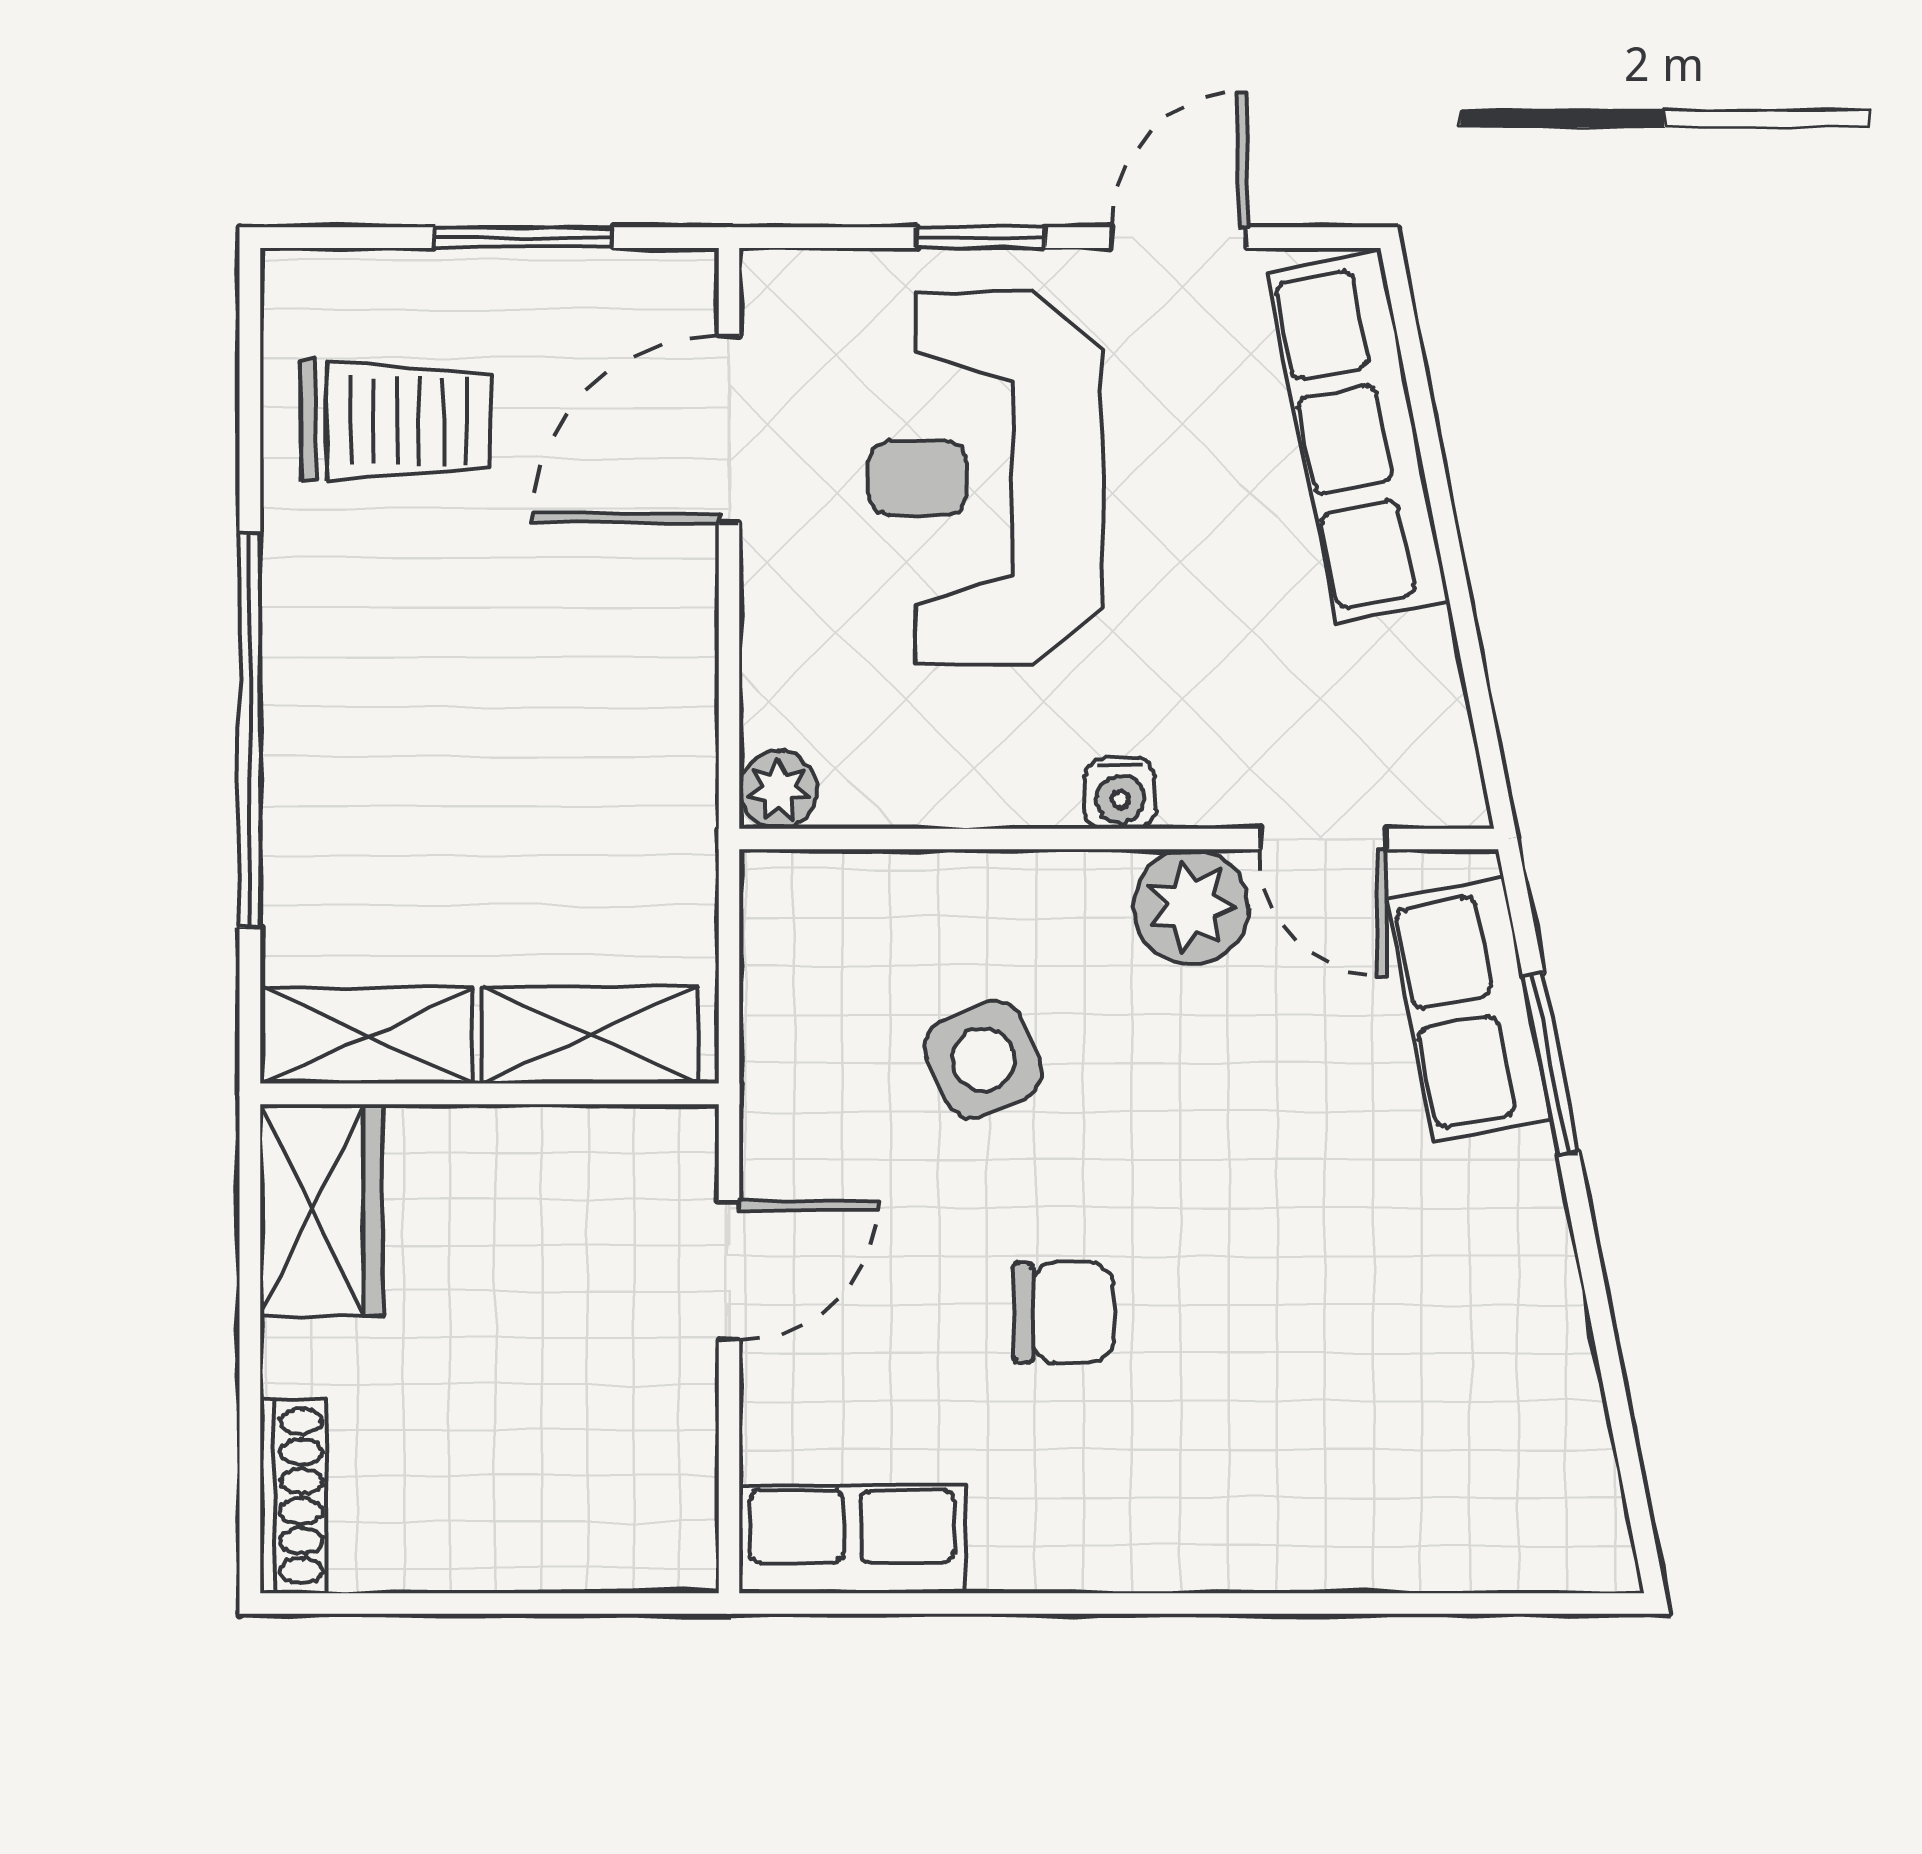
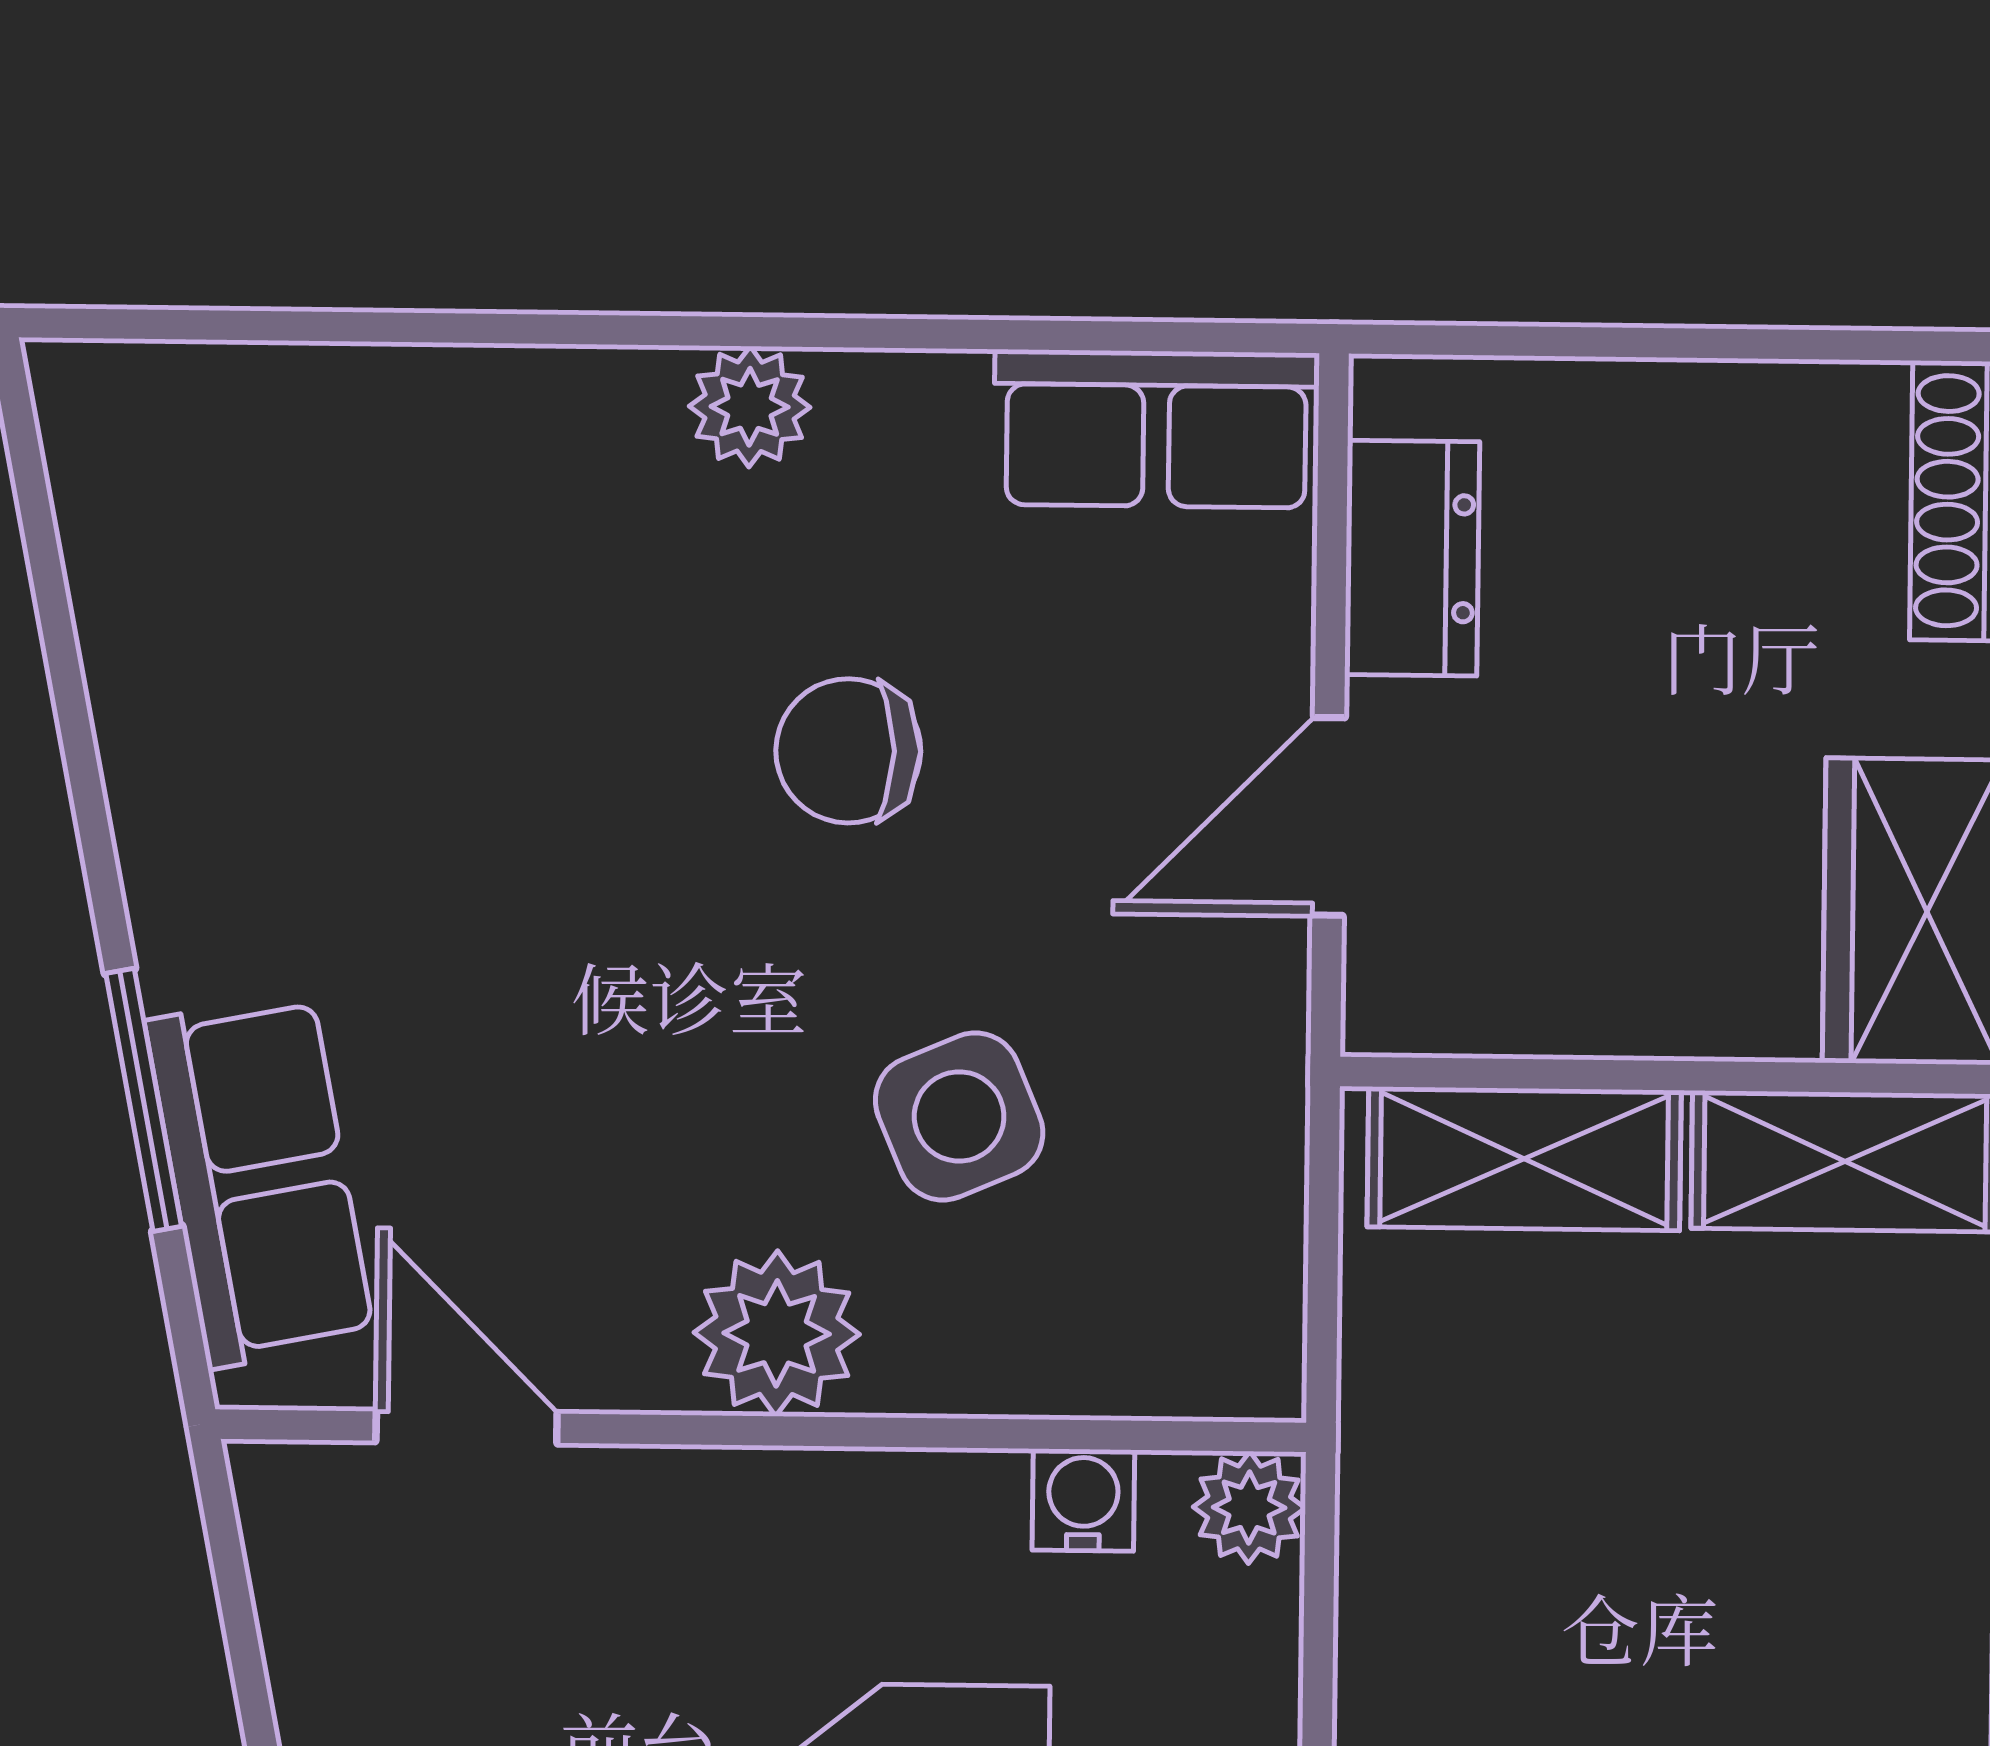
water cooler: (1120, 794) -> (1083, 1500), moved
plant: (1191, 907) -> (777, 1333), moved
dresser: (673, 1452) -> (1412, 558), added
plant: (1135, 1551) -> (750, 407), added

